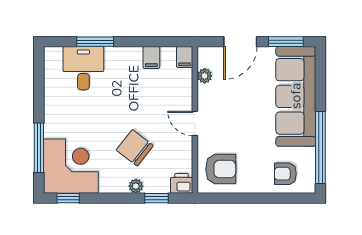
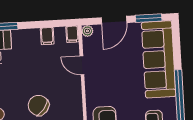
plant: (205, 76) -> (87, 31), moved
door: (195, 123) -> (82, 65), moved

